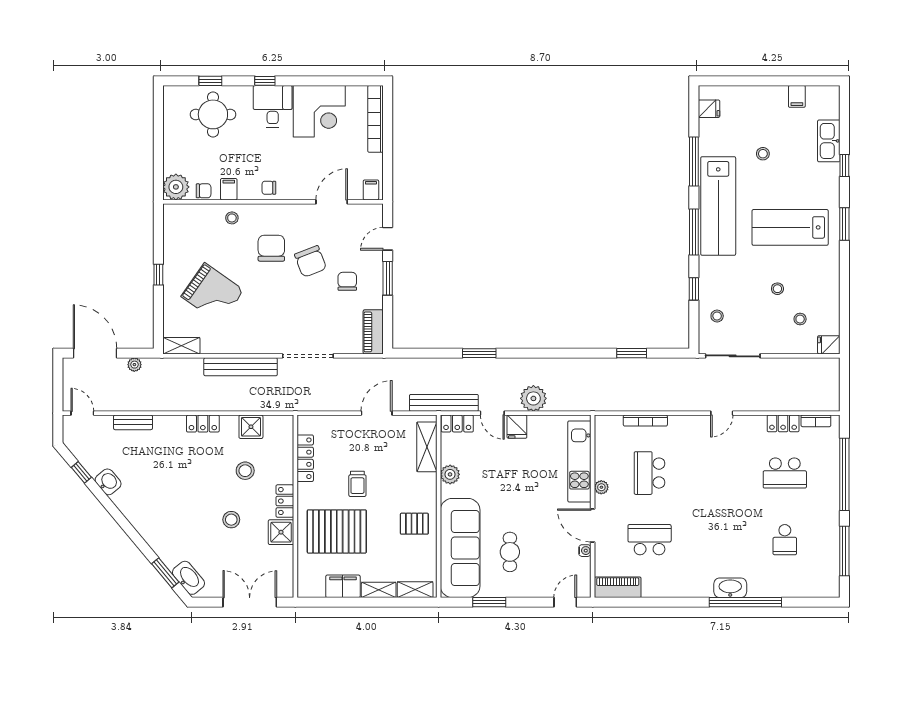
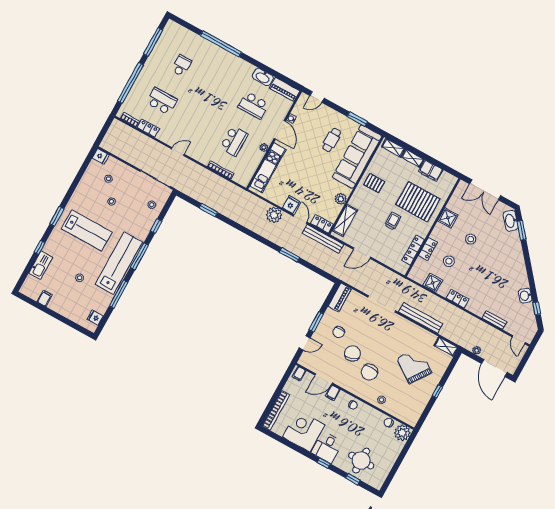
filing cabinet: (229, 189) -> (333, 393), moved
locker: (285, 501) -> (428, 249), moved
washbasin: (730, 588) -> (263, 77), moved

